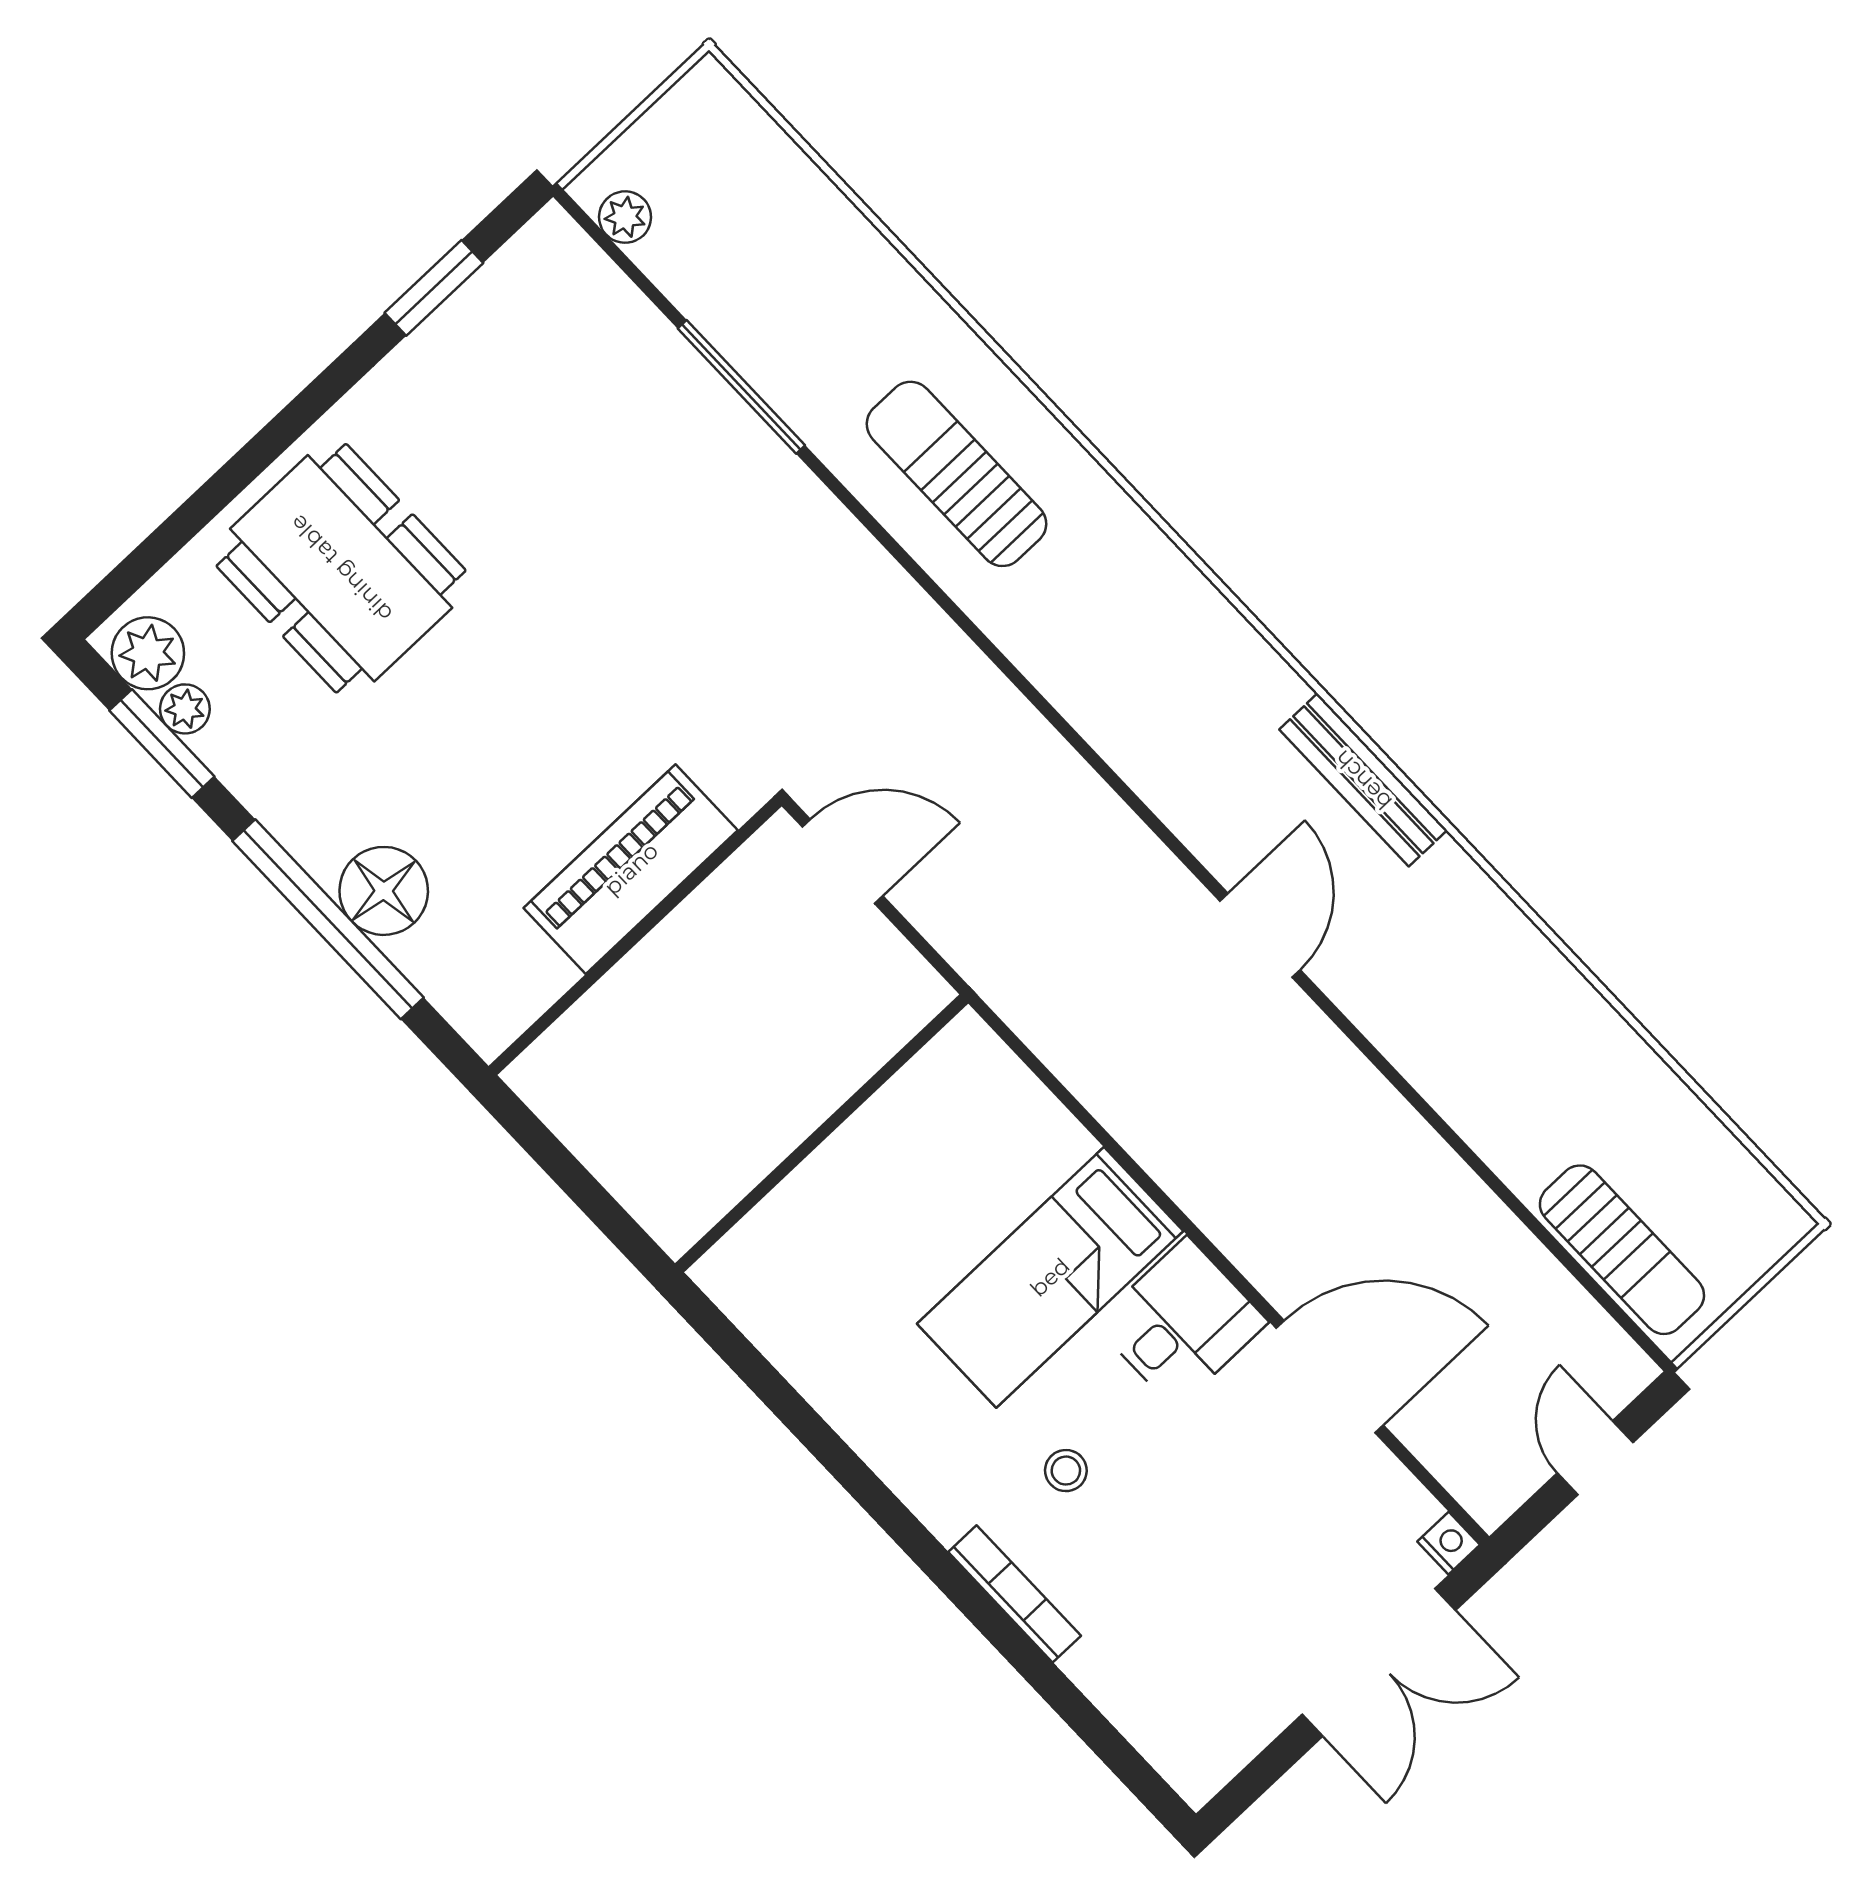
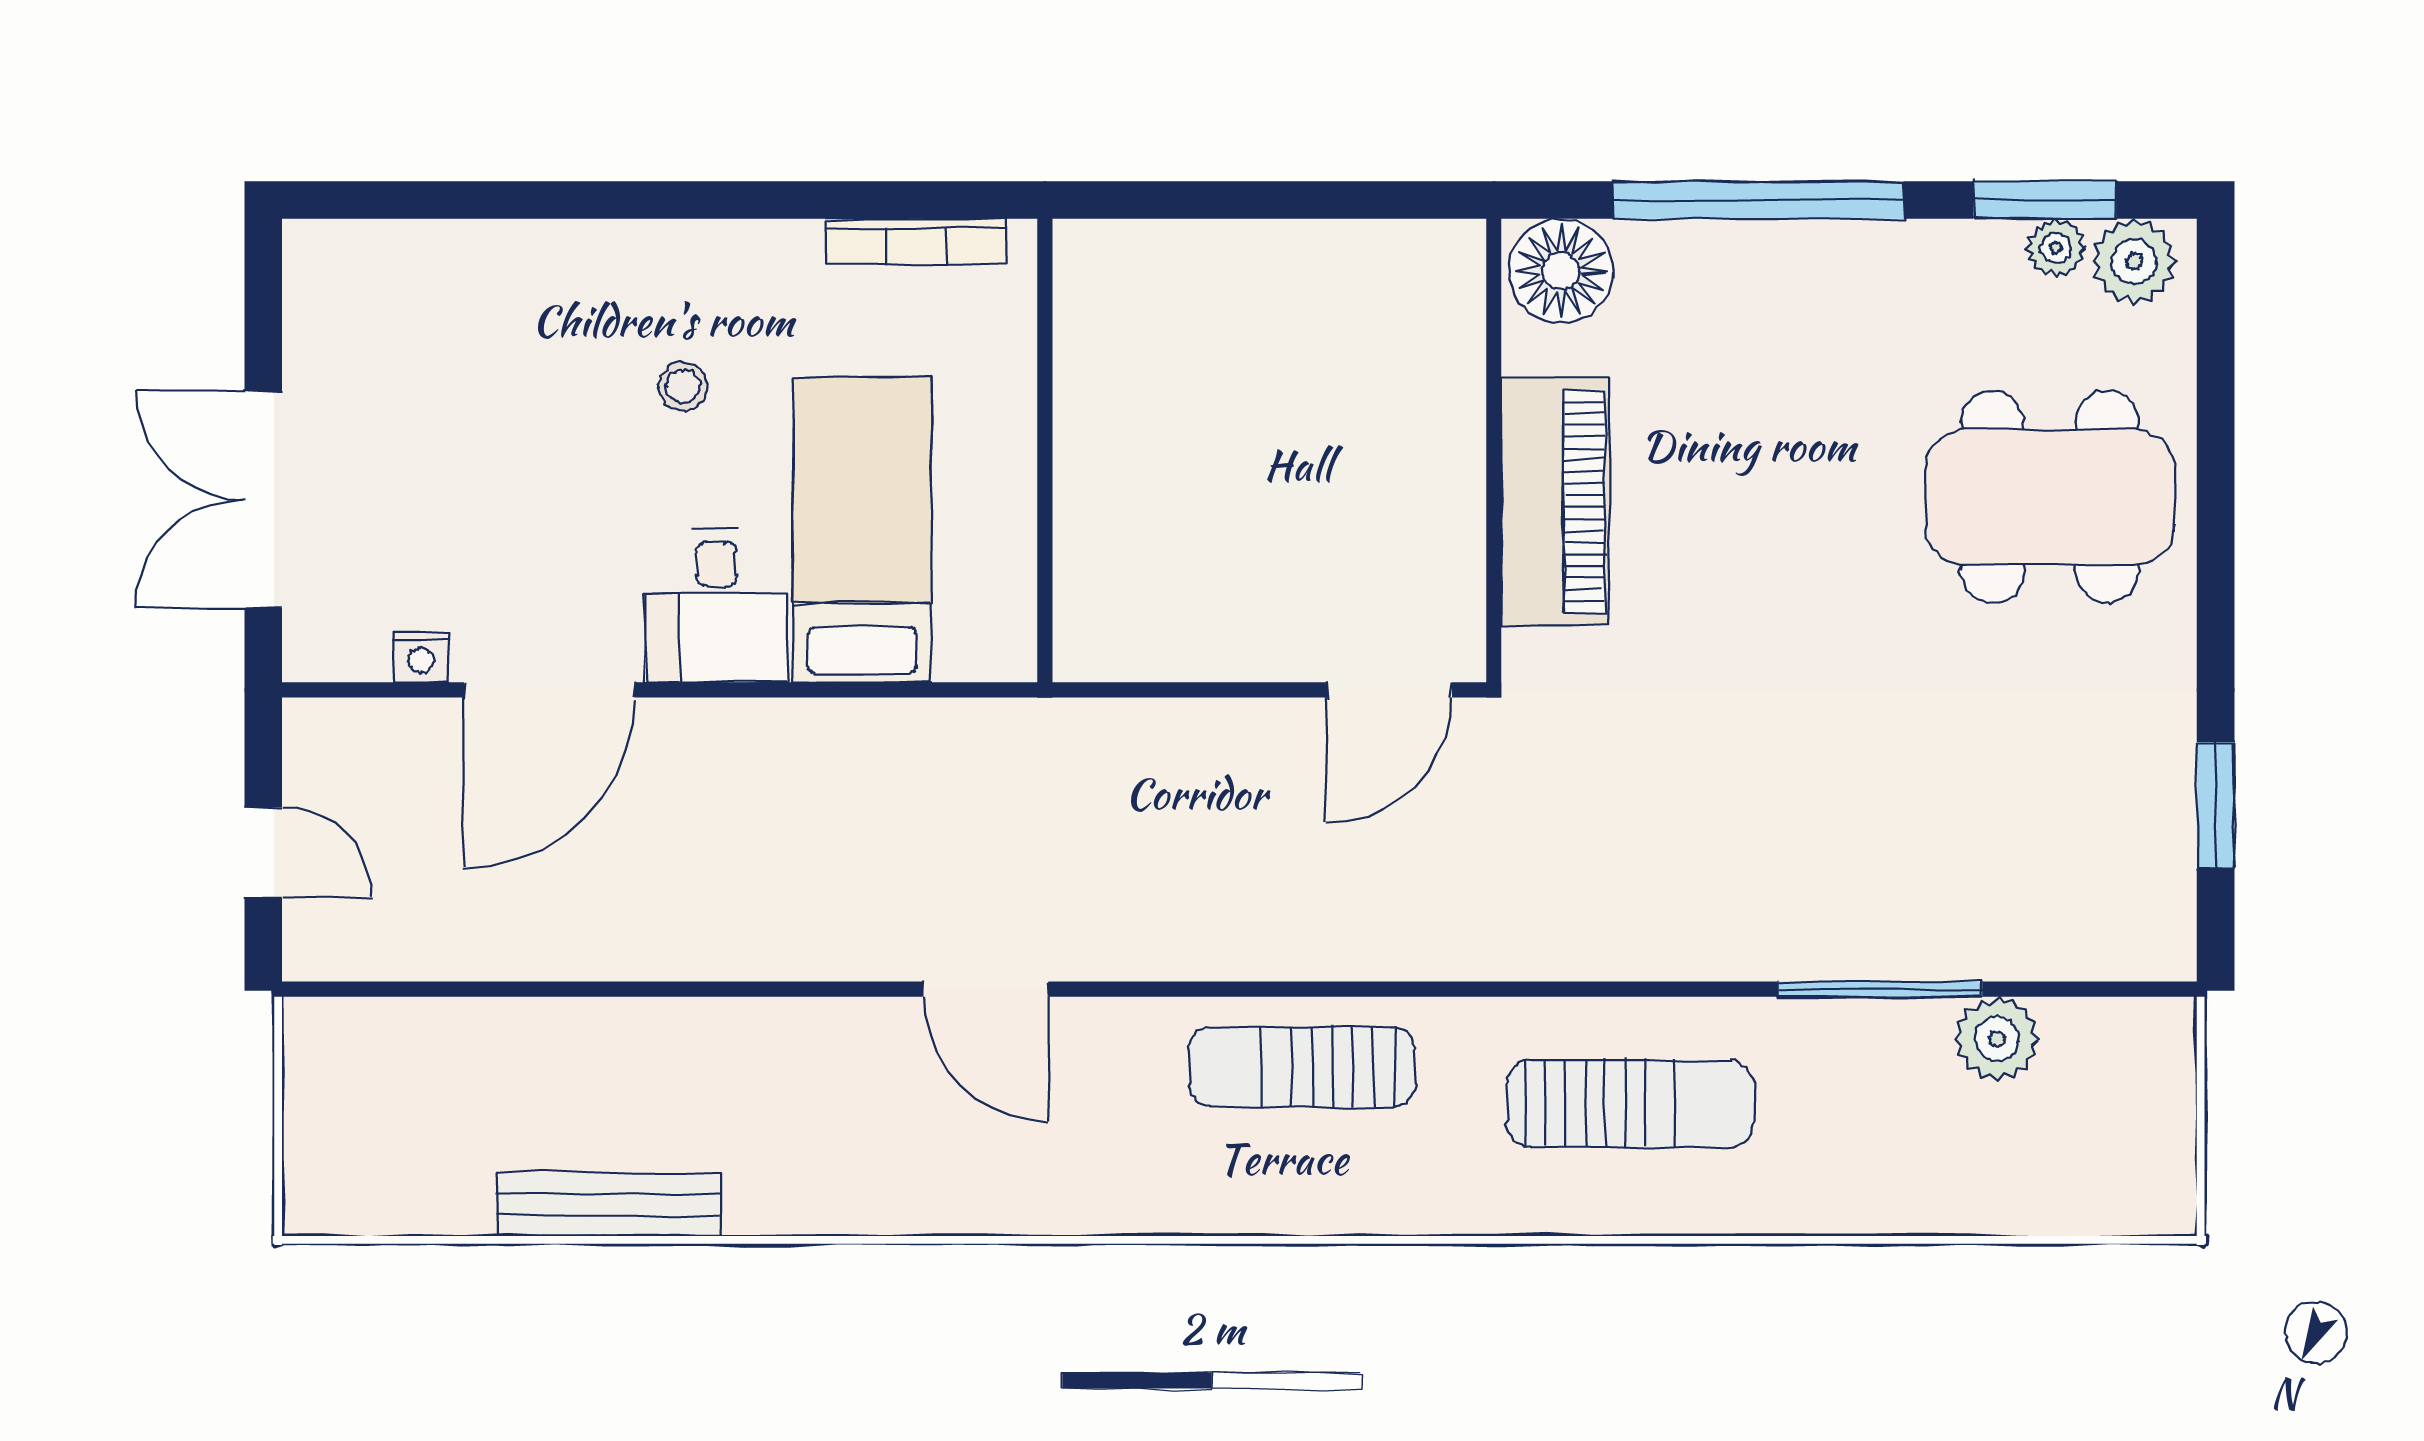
plant: (625, 217) -> (1997, 1039), moved, width x1.38, depth x1.38
bench: (1363, 780) -> (609, 1205), moved
floor lamp: (384, 891) -> (1561, 271), moved
wall: (822, 1133) -> (1045, 451), moved
sun lounger: (1622, 1250) -> (1302, 1067), moved
nightstand: (1449, 1543) -> (421, 657), moved
bookcase: (1015, 1594) -> (916, 242), moved

